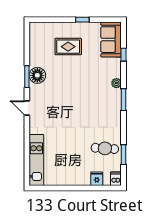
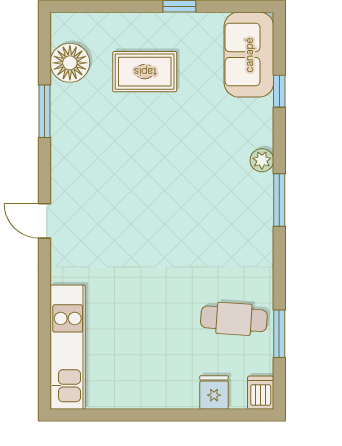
floor lamp: (37, 75) -> (70, 63), moved
window: (27, 77) -> (45, 111), moved

